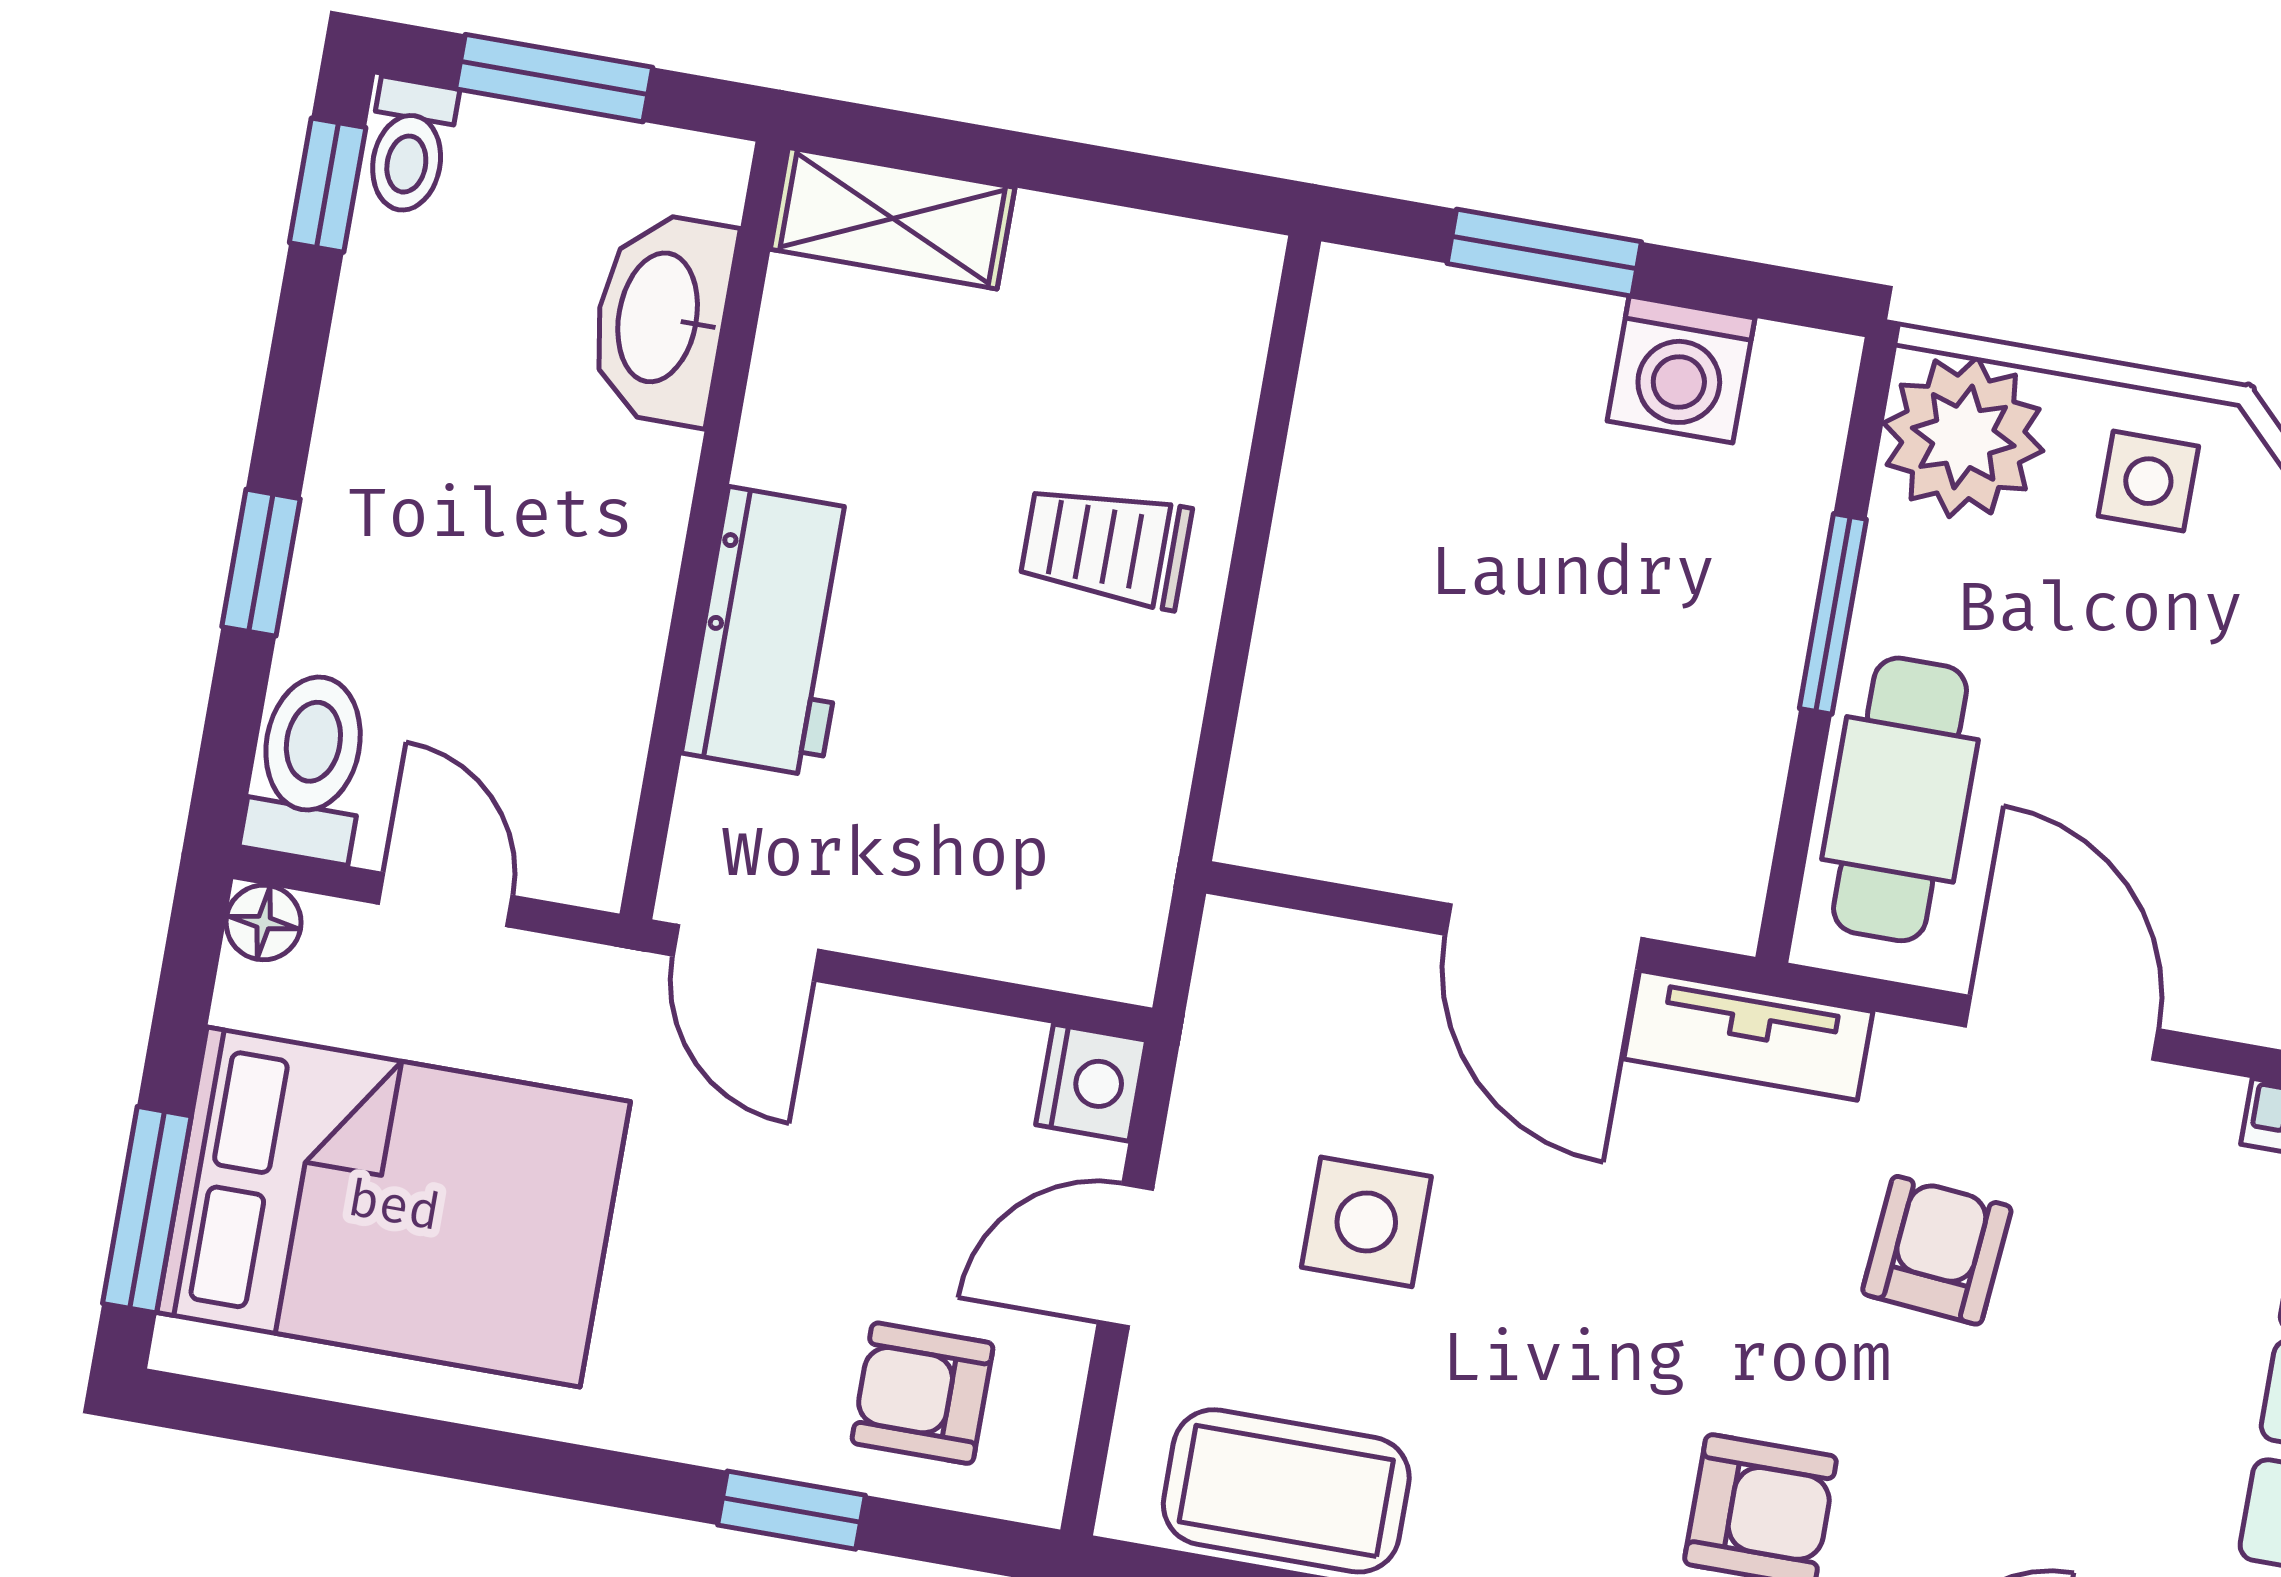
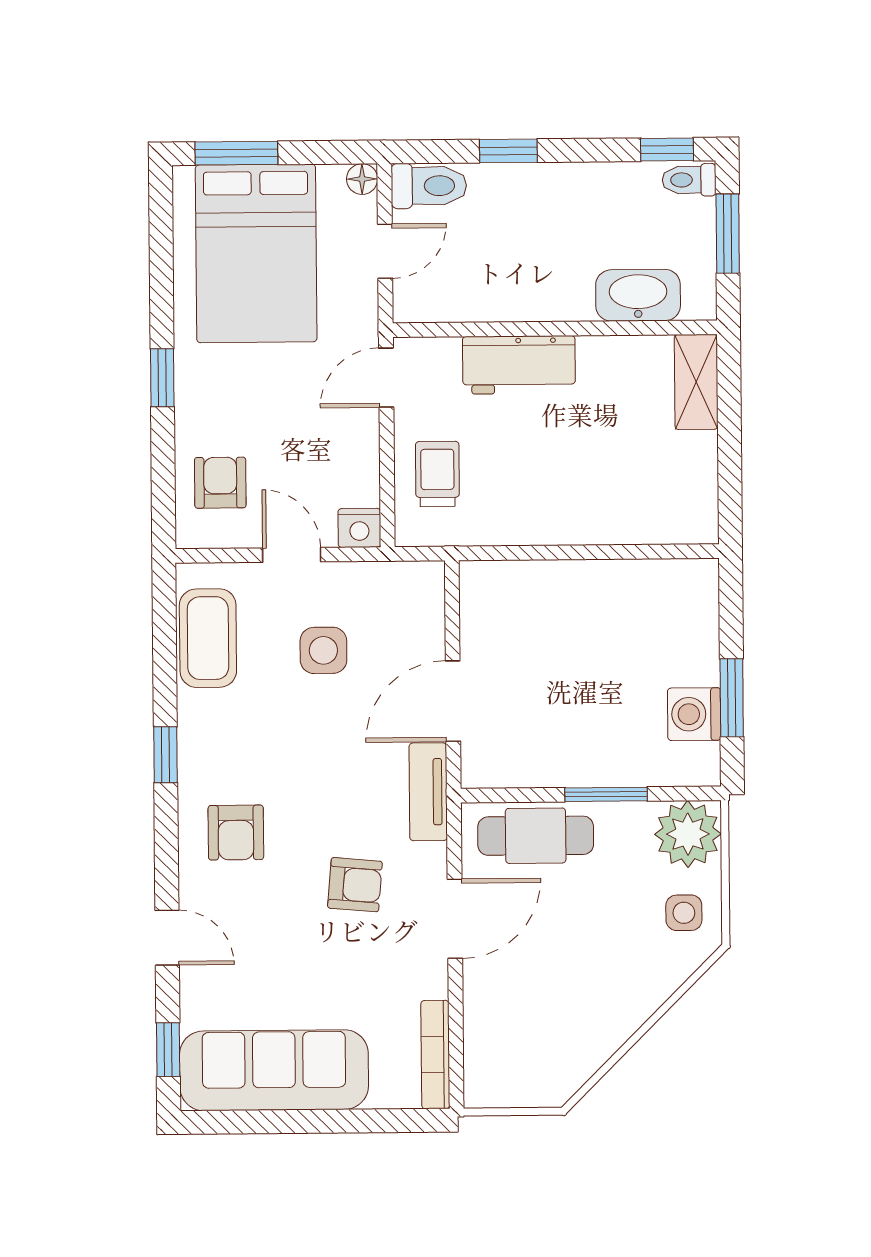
window: (1544, 253) -> (732, 698), moved
trolley: (1106, 546) -> (437, 474), moved
window: (791, 1510) -> (162, 378), moved

